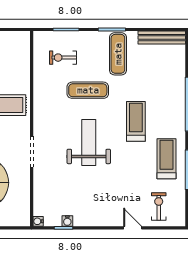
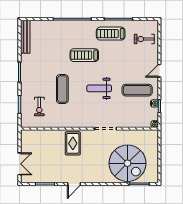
exercise mat: (118, 54) -> (137, 90), moved
weight bench: (89, 143) -> (99, 88), width x0.73, depth x0.75
door: (133, 228) -> (159, 71), moved

